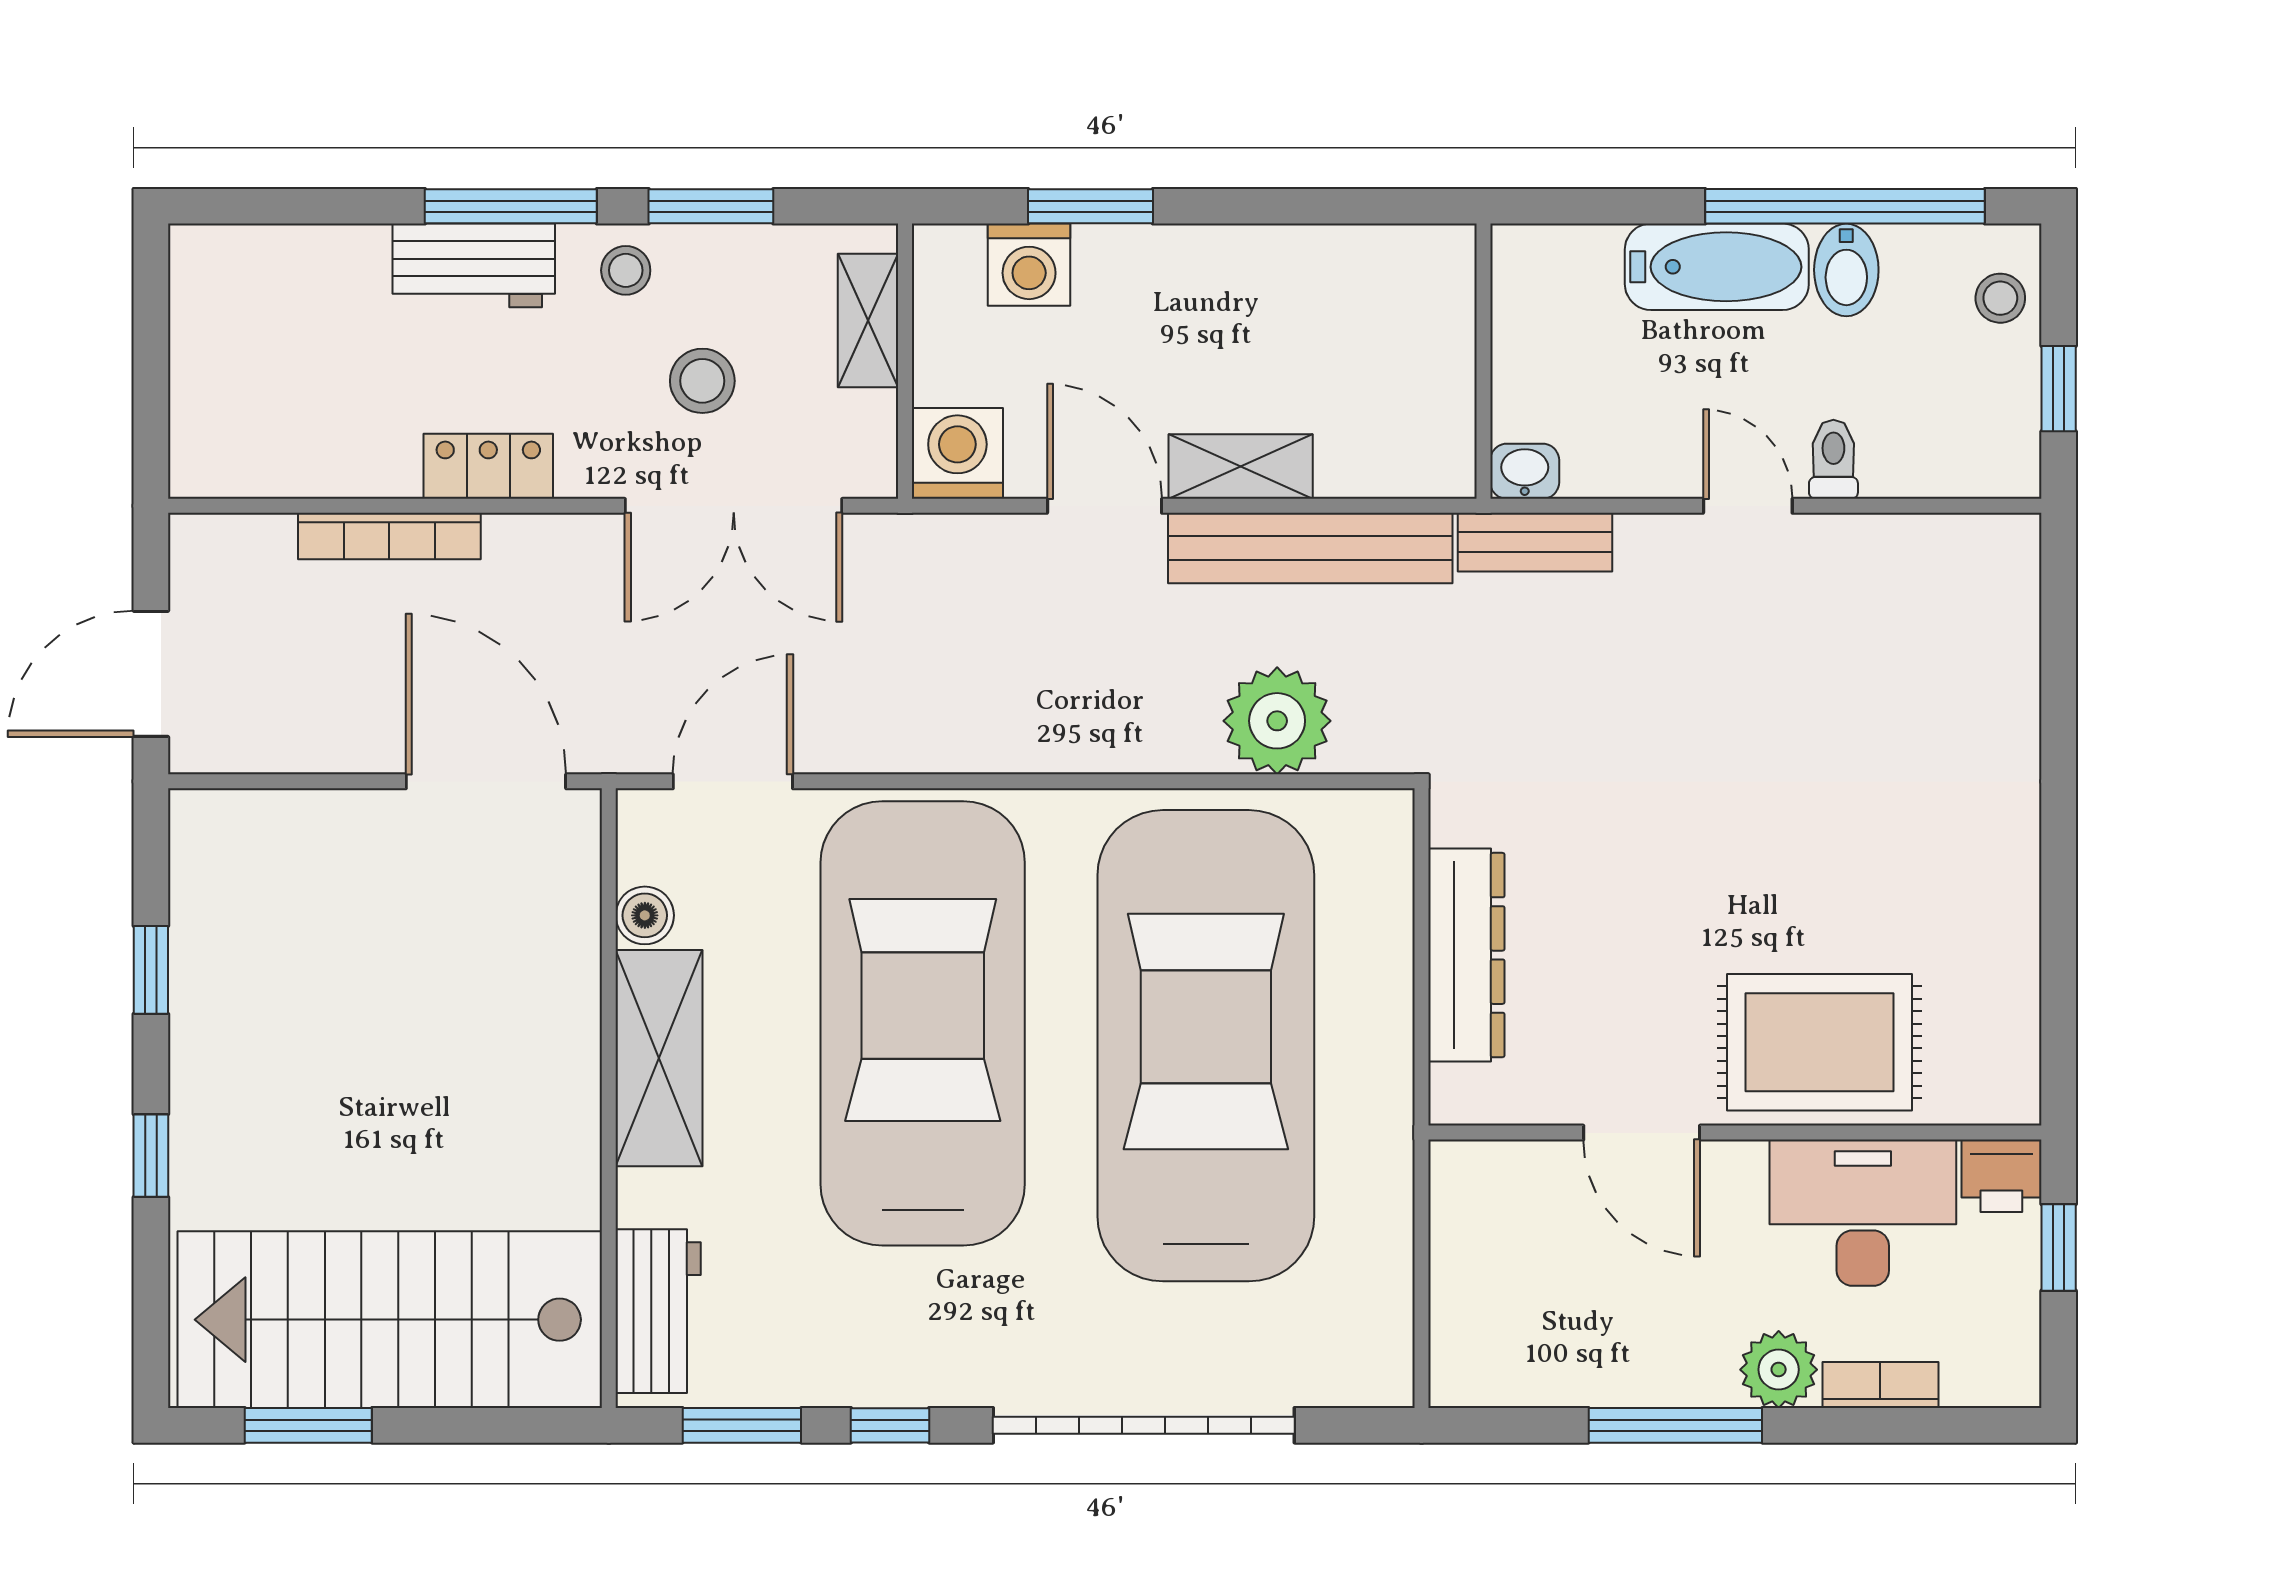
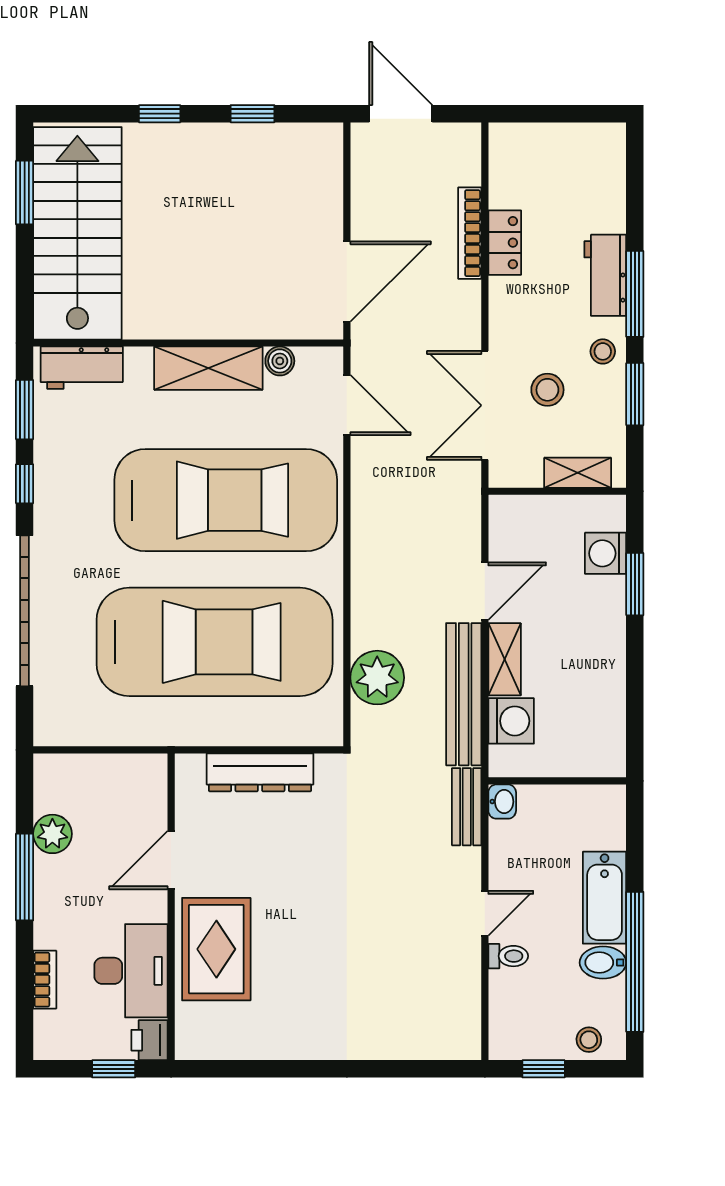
washing machine: (957, 453) -> (511, 721), moved
locker: (488, 466) -> (505, 243), moved
plant: (1779, 1370) -> (52, 834), moved

